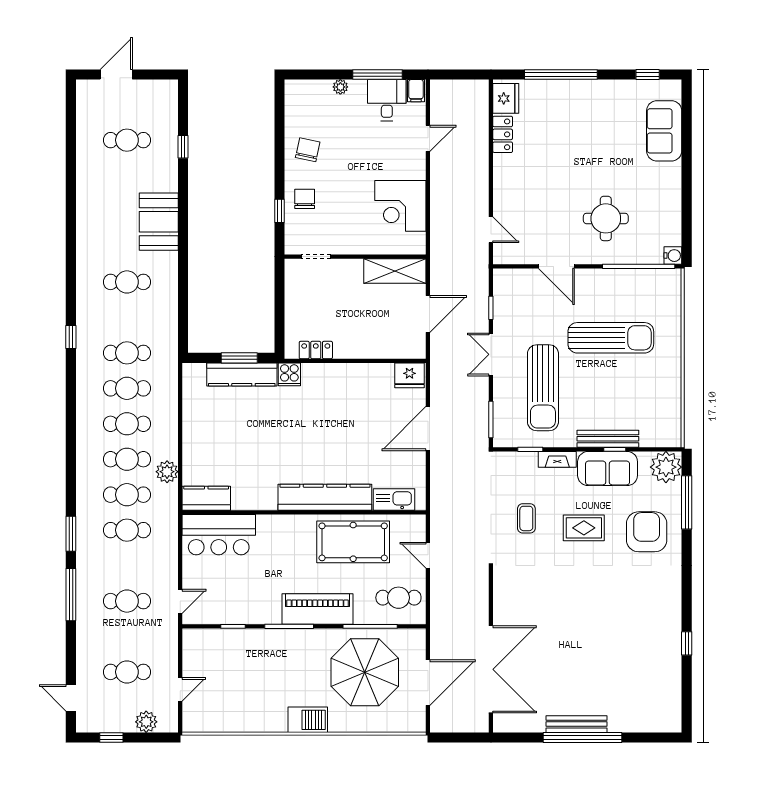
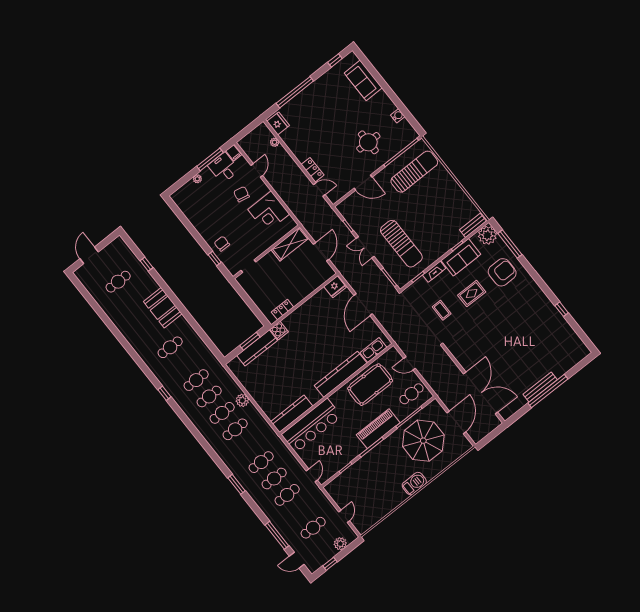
plant: (481, 120) -> (275, 142), added
locker: (503, 134) -> (312, 170), moved
chair: (308, 150) -> (241, 194), moved
water cooler: (673, 256) -> (398, 116), moved
sun lounger: (611, 338) -> (414, 172), moved
bench: (608, 439) -> (473, 225), moved, width x0.73
plant: (167, 472) -> (242, 400), moved
cafe table: (127, 495) -> (274, 478), moved
kitchen counter: (206, 498) -> (292, 414), width x1.50
armchair: (647, 532) -> (502, 272), turned 90
bar counter: (219, 535) -> (311, 426), width x1.36
window: (71, 595) -> (277, 535), moved

